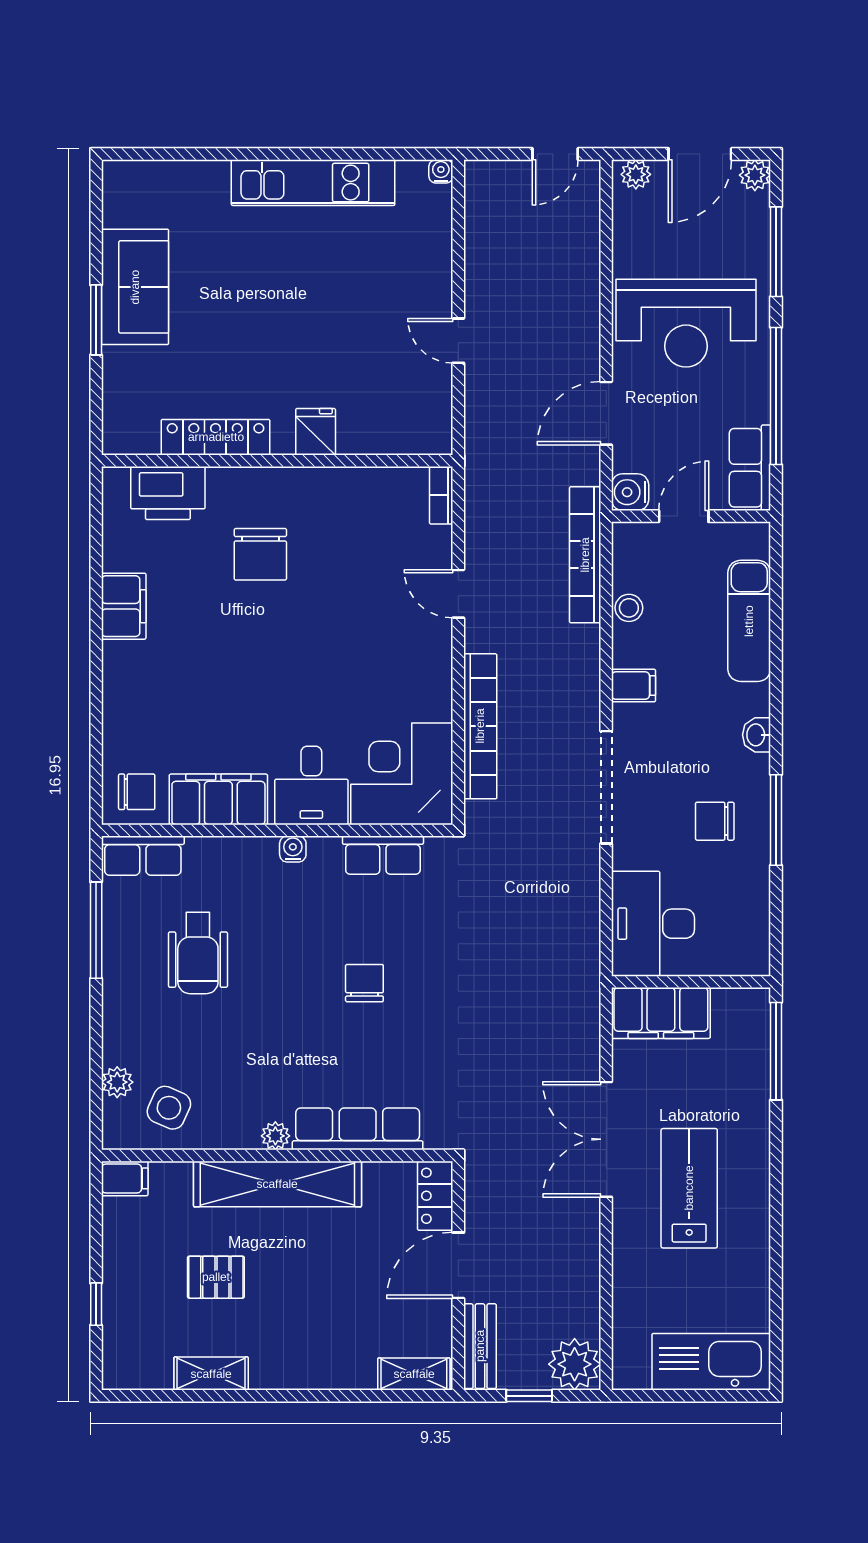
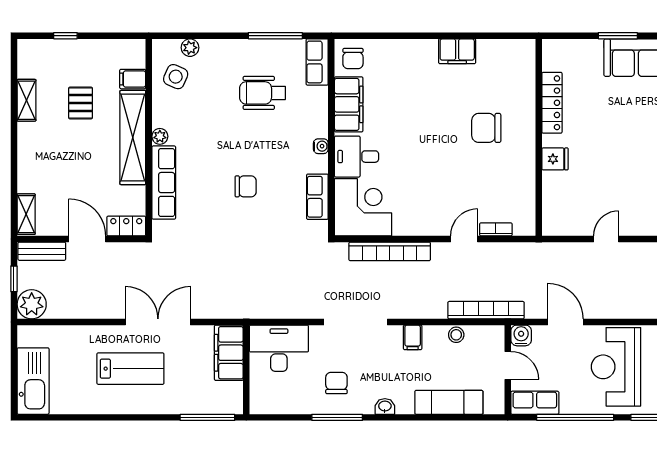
printer: (168, 493) -> (521, 76), removed
bookcase: (441, 495) -> (496, 229), moved
filing cabinet: (125, 1178) -> (133, 79), moved, turned 90

